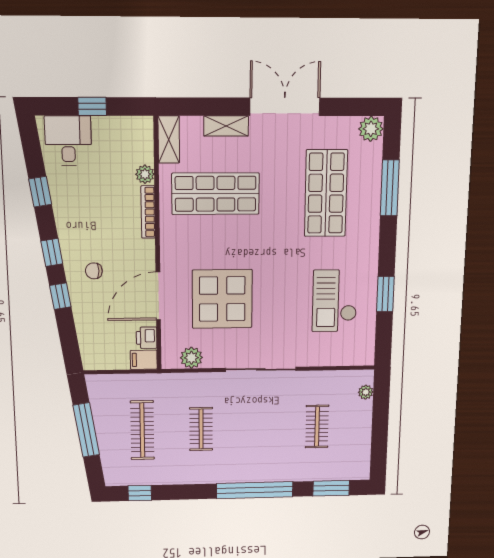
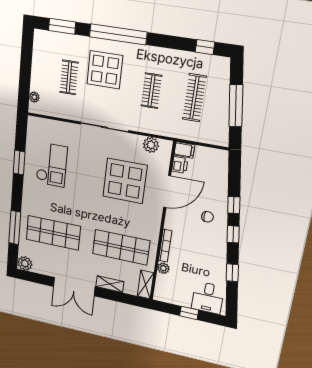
shop shelf: (326, 193) -> (53, 233), turned 90
display table: (268, 445) -> (105, 70), added

